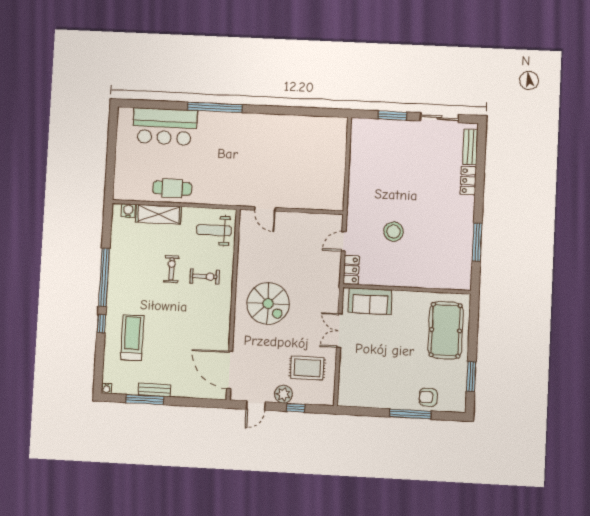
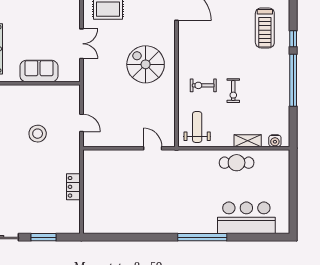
shelving: (158, 214) -> (248, 141), width x0.67, depth x0.75
weight bench: (214, 230) -> (197, 127), turned -90
door: (344, 241) -> (81, 123), hinge flipped
locker: (351, 270) -> (73, 187), moved
sofa: (370, 301) -> (39, 71), moved

